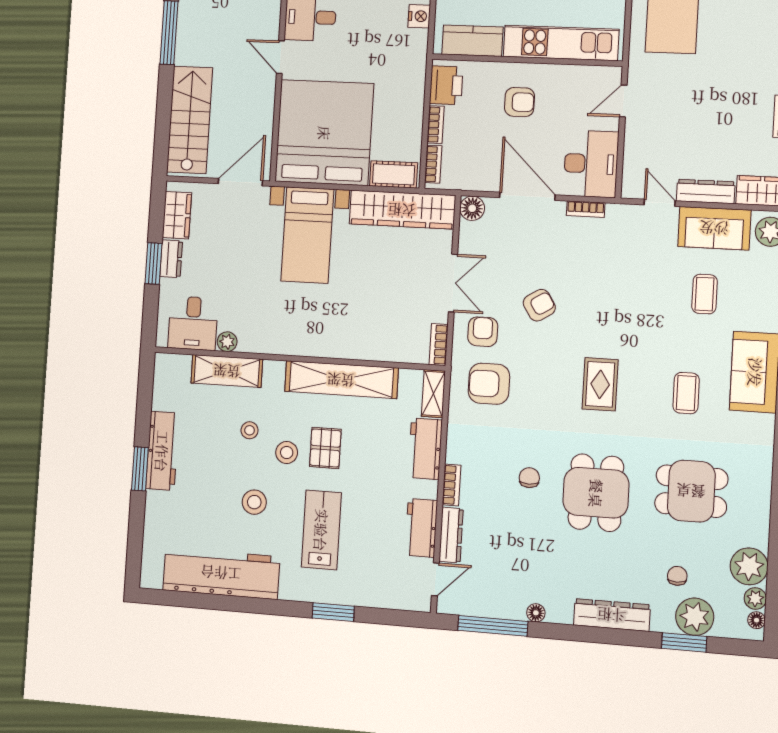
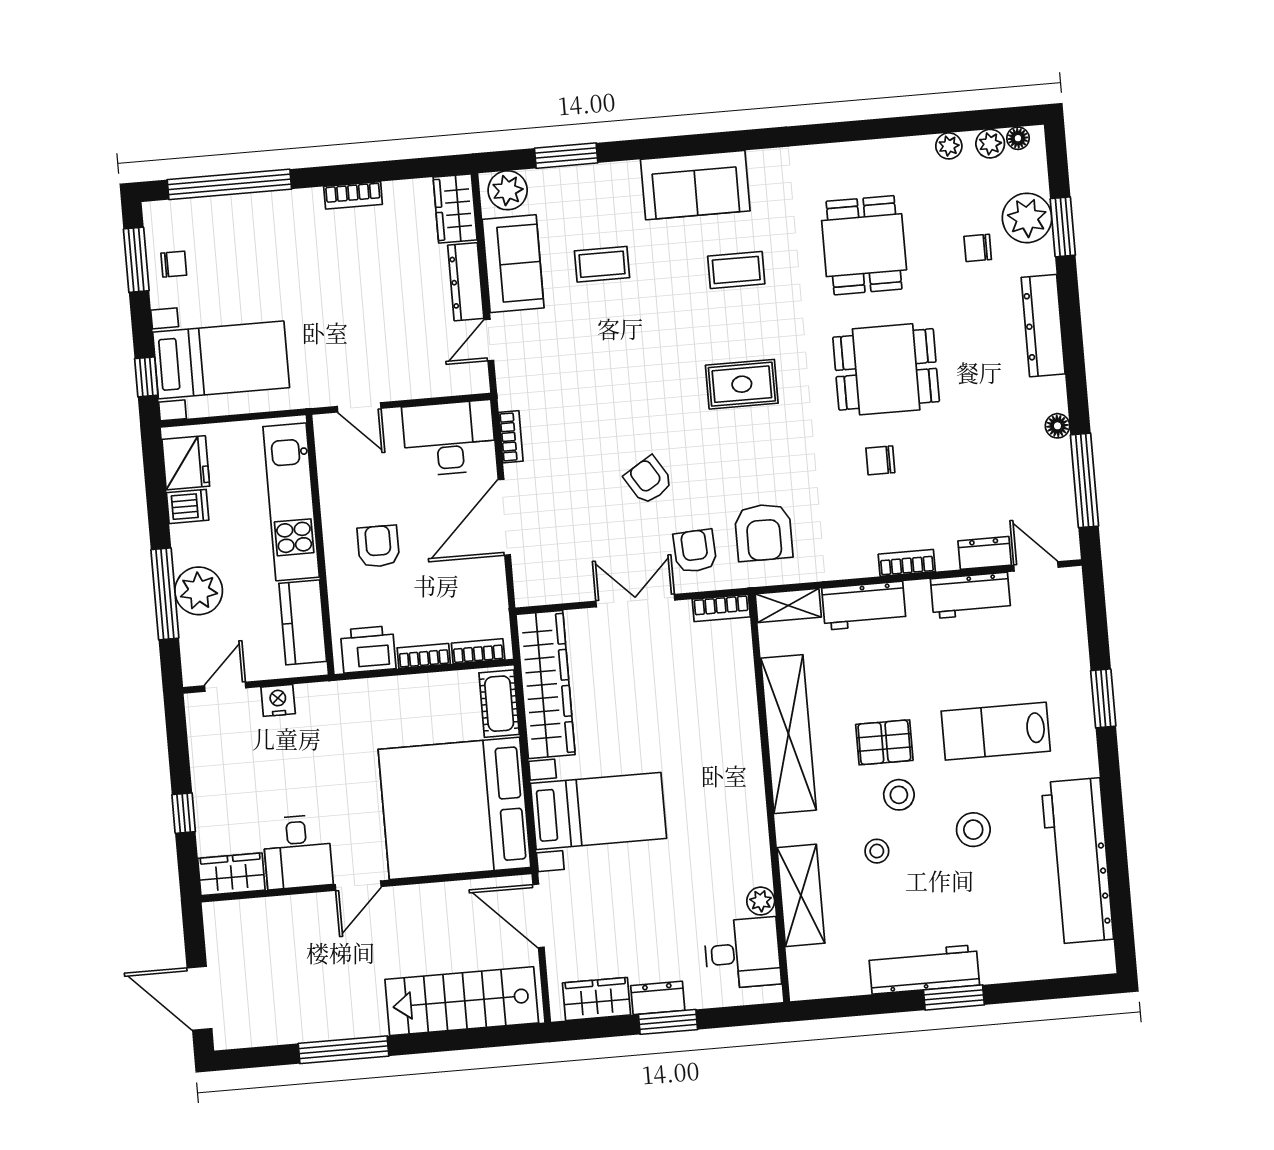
floor lamp: (472, 208) -> (531, 589), removed
armchair: (483, 332) -> (695, 551), turned 87
dresser: (451, 535) -> (985, 553), width x0.70
plant: (749, 566) -> (949, 146), width x0.53, depth x0.53

